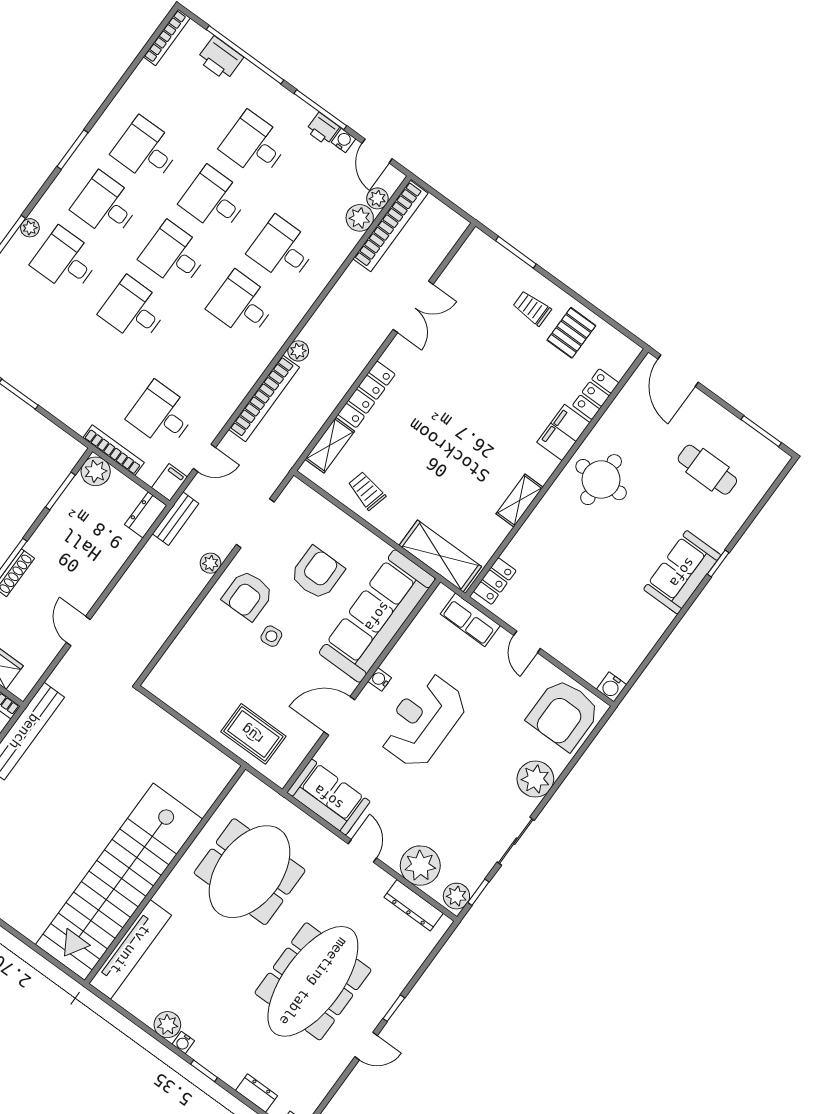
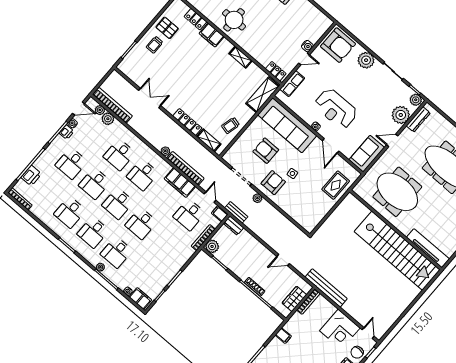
filing cabinet: (231, 389) -> (180, 183), added
armchair: (248, 595) -> (273, 183), turned -90
water cooler: (612, 687) -> (307, 46), moved

